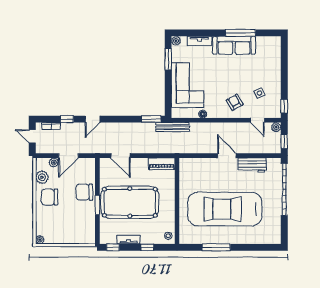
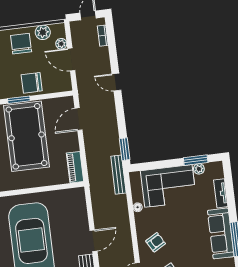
plant: (176, 41) -> (199, 169), moved
window: (67, 119) -> (113, 53), removed
chair: (84, 192) -> (32, 83), turned -90

